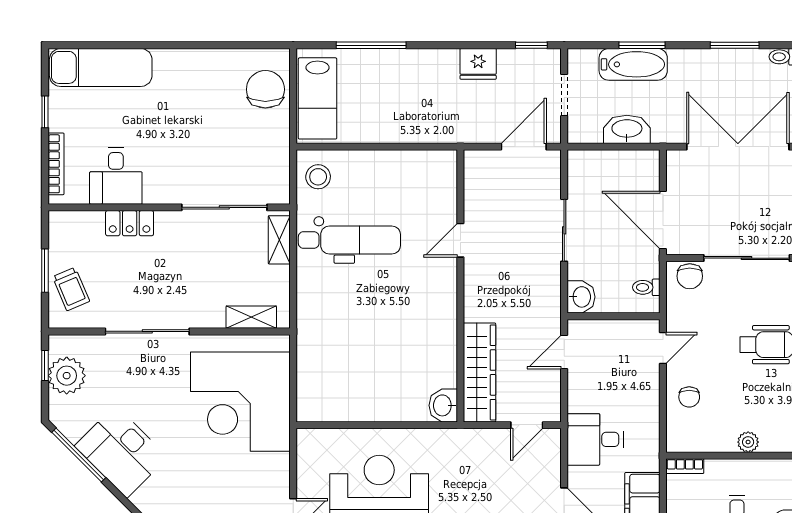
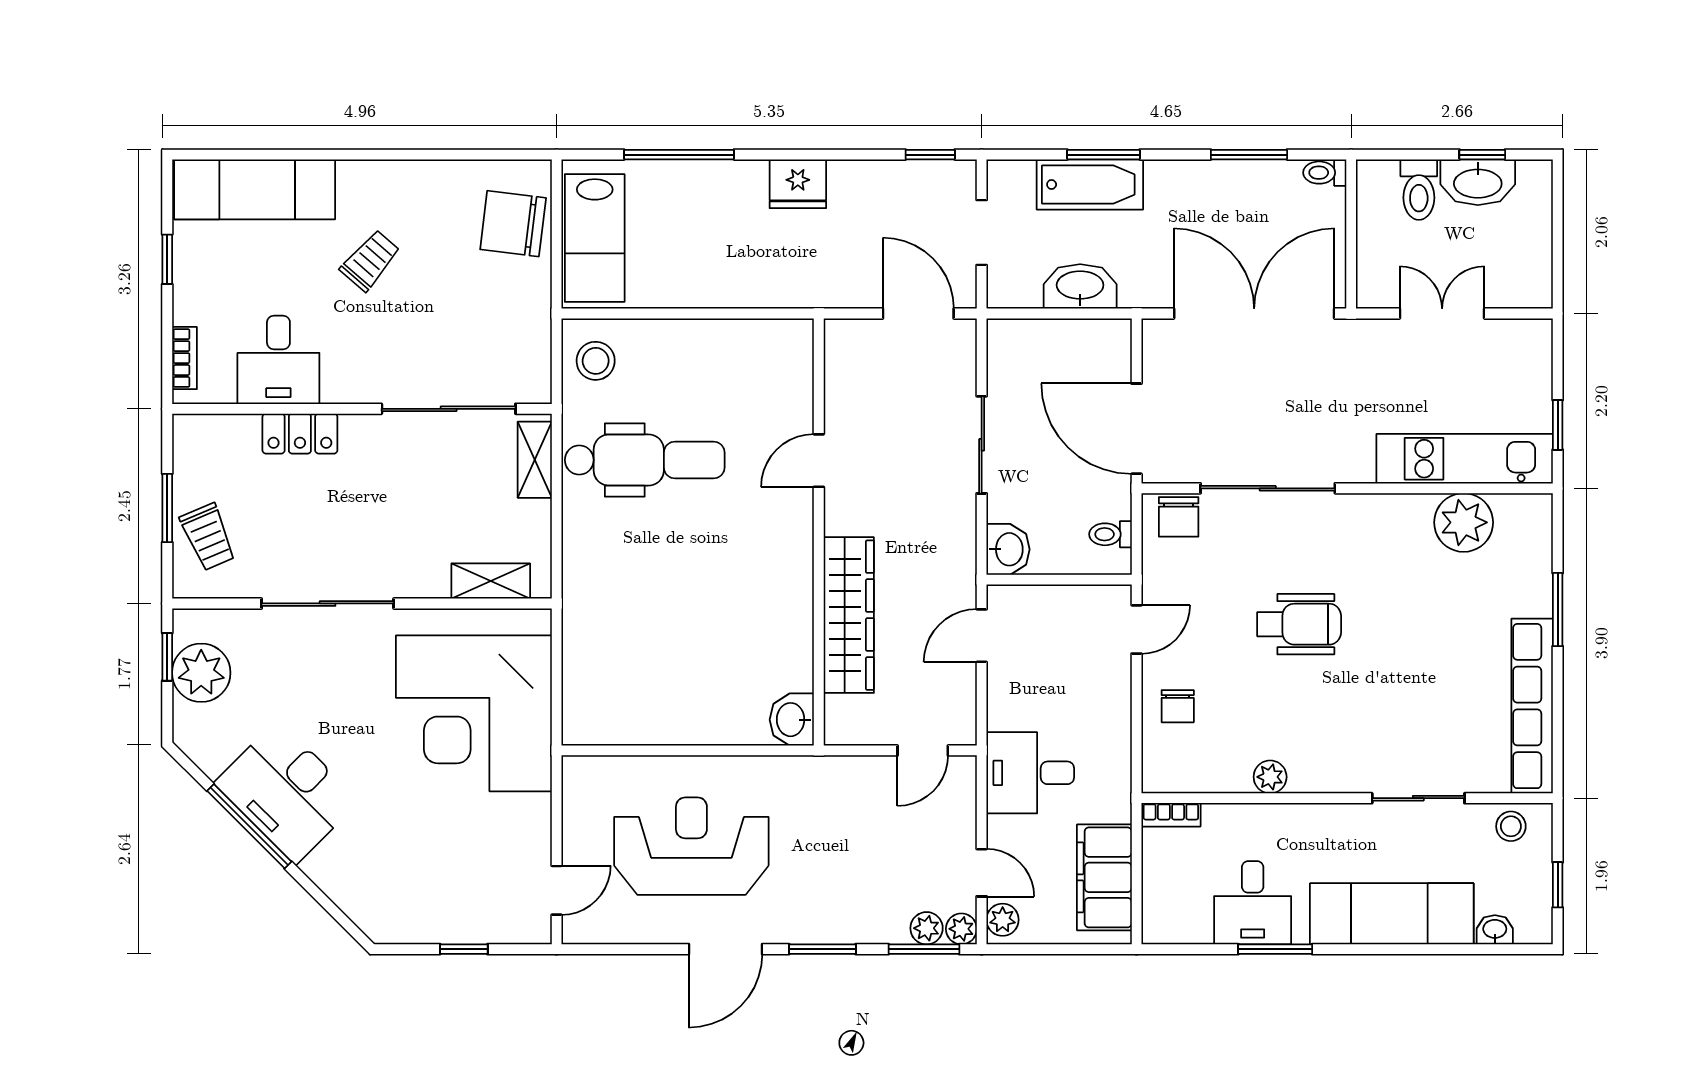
fridge: (478, 64) -> (798, 184), moved
chair: (265, 89) -> (513, 224), turned -83
trolley: (174, 113) -> (370, 261), added
door: (524, 147) -> (918, 314), hinge flipped
bookcase: (56, 164) -> (184, 358), width x0.64
wardrobe: (479, 372) -> (849, 615), moved
window: (79, 455) -> (249, 826), moved

